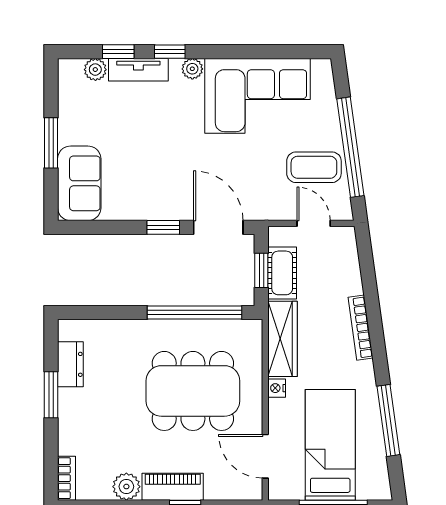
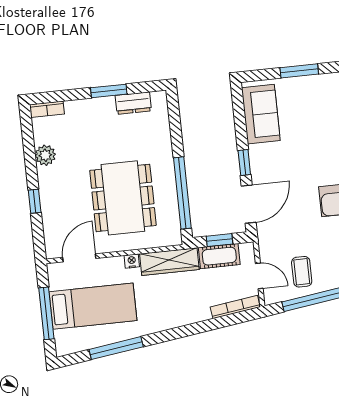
coffee table: (314, 167) -> (302, 272), width x0.73, depth x0.77
sofa: (79, 183) -> (261, 114), moved, turned -90
door: (314, 223) -> (259, 276), hinge flipped
bookcase: (360, 328) -> (235, 307), moved
piano: (173, 487) -> (49, 190), removed

